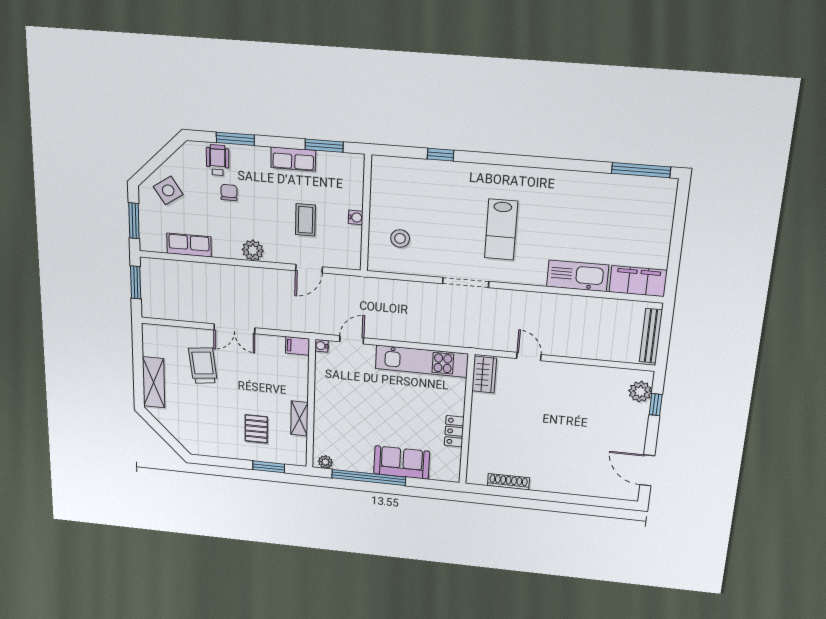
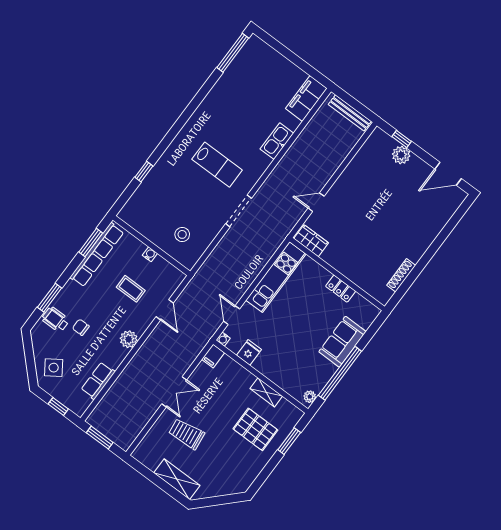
row of seats: (293, 159) -> (97, 255), width x2.02
window: (134, 221) -> (58, 407), width x0.67
kitchen sink: (578, 276) -> (277, 141), width x0.73, depth x0.81
fridge: (326, 379) -> (249, 352), added
plant: (640, 392) -> (401, 155), moved
pallet: (256, 429) -> (255, 429), width x1.50, depth x1.42

